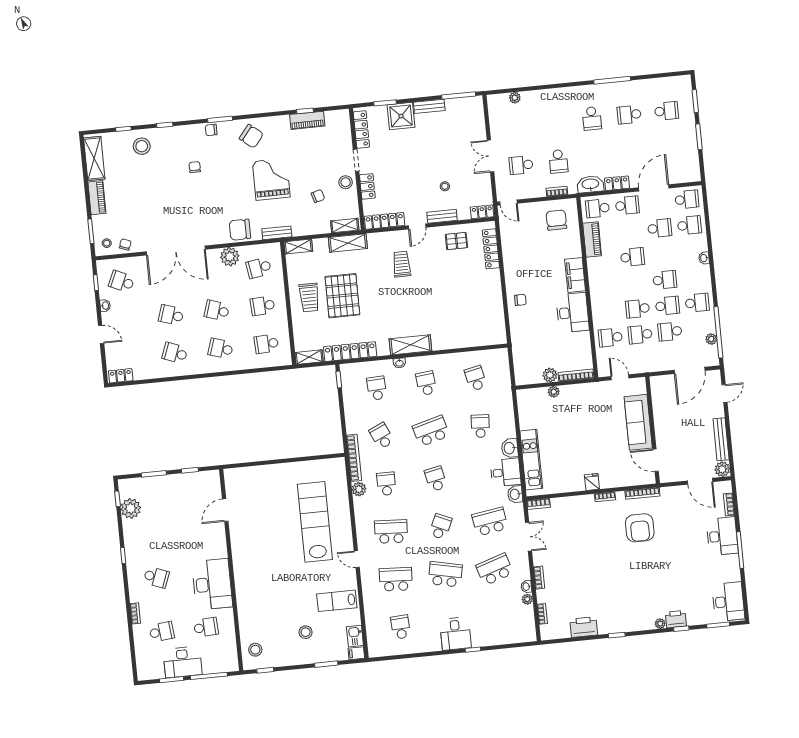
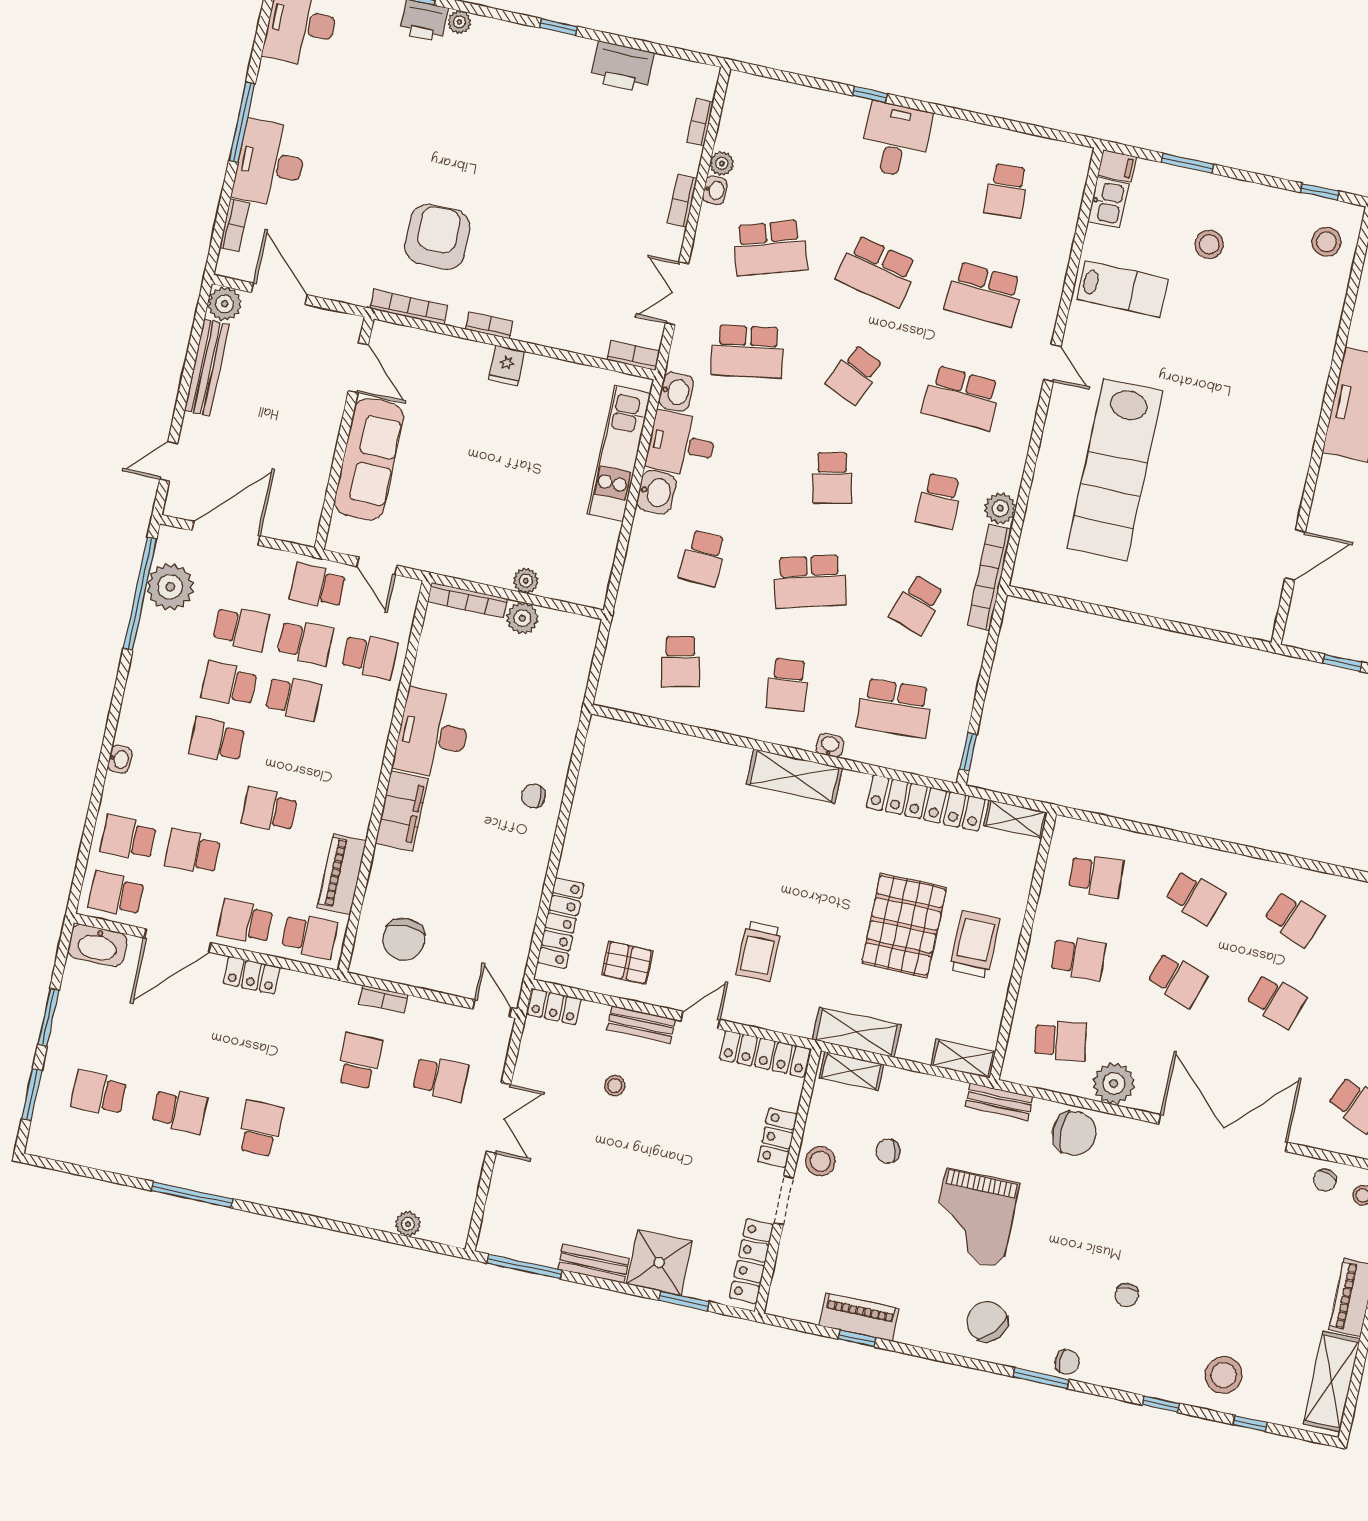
washbasin: (590, 184) -> (98, 945), moved
school desk: (697, 303) -> (318, 586), moved
plant: (711, 339) -> (170, 587), width x1.88, depth x1.88
school desk: (377, 388) -> (895, 708), width x1.85
school desk: (382, 436) -> (917, 605), turned 42

